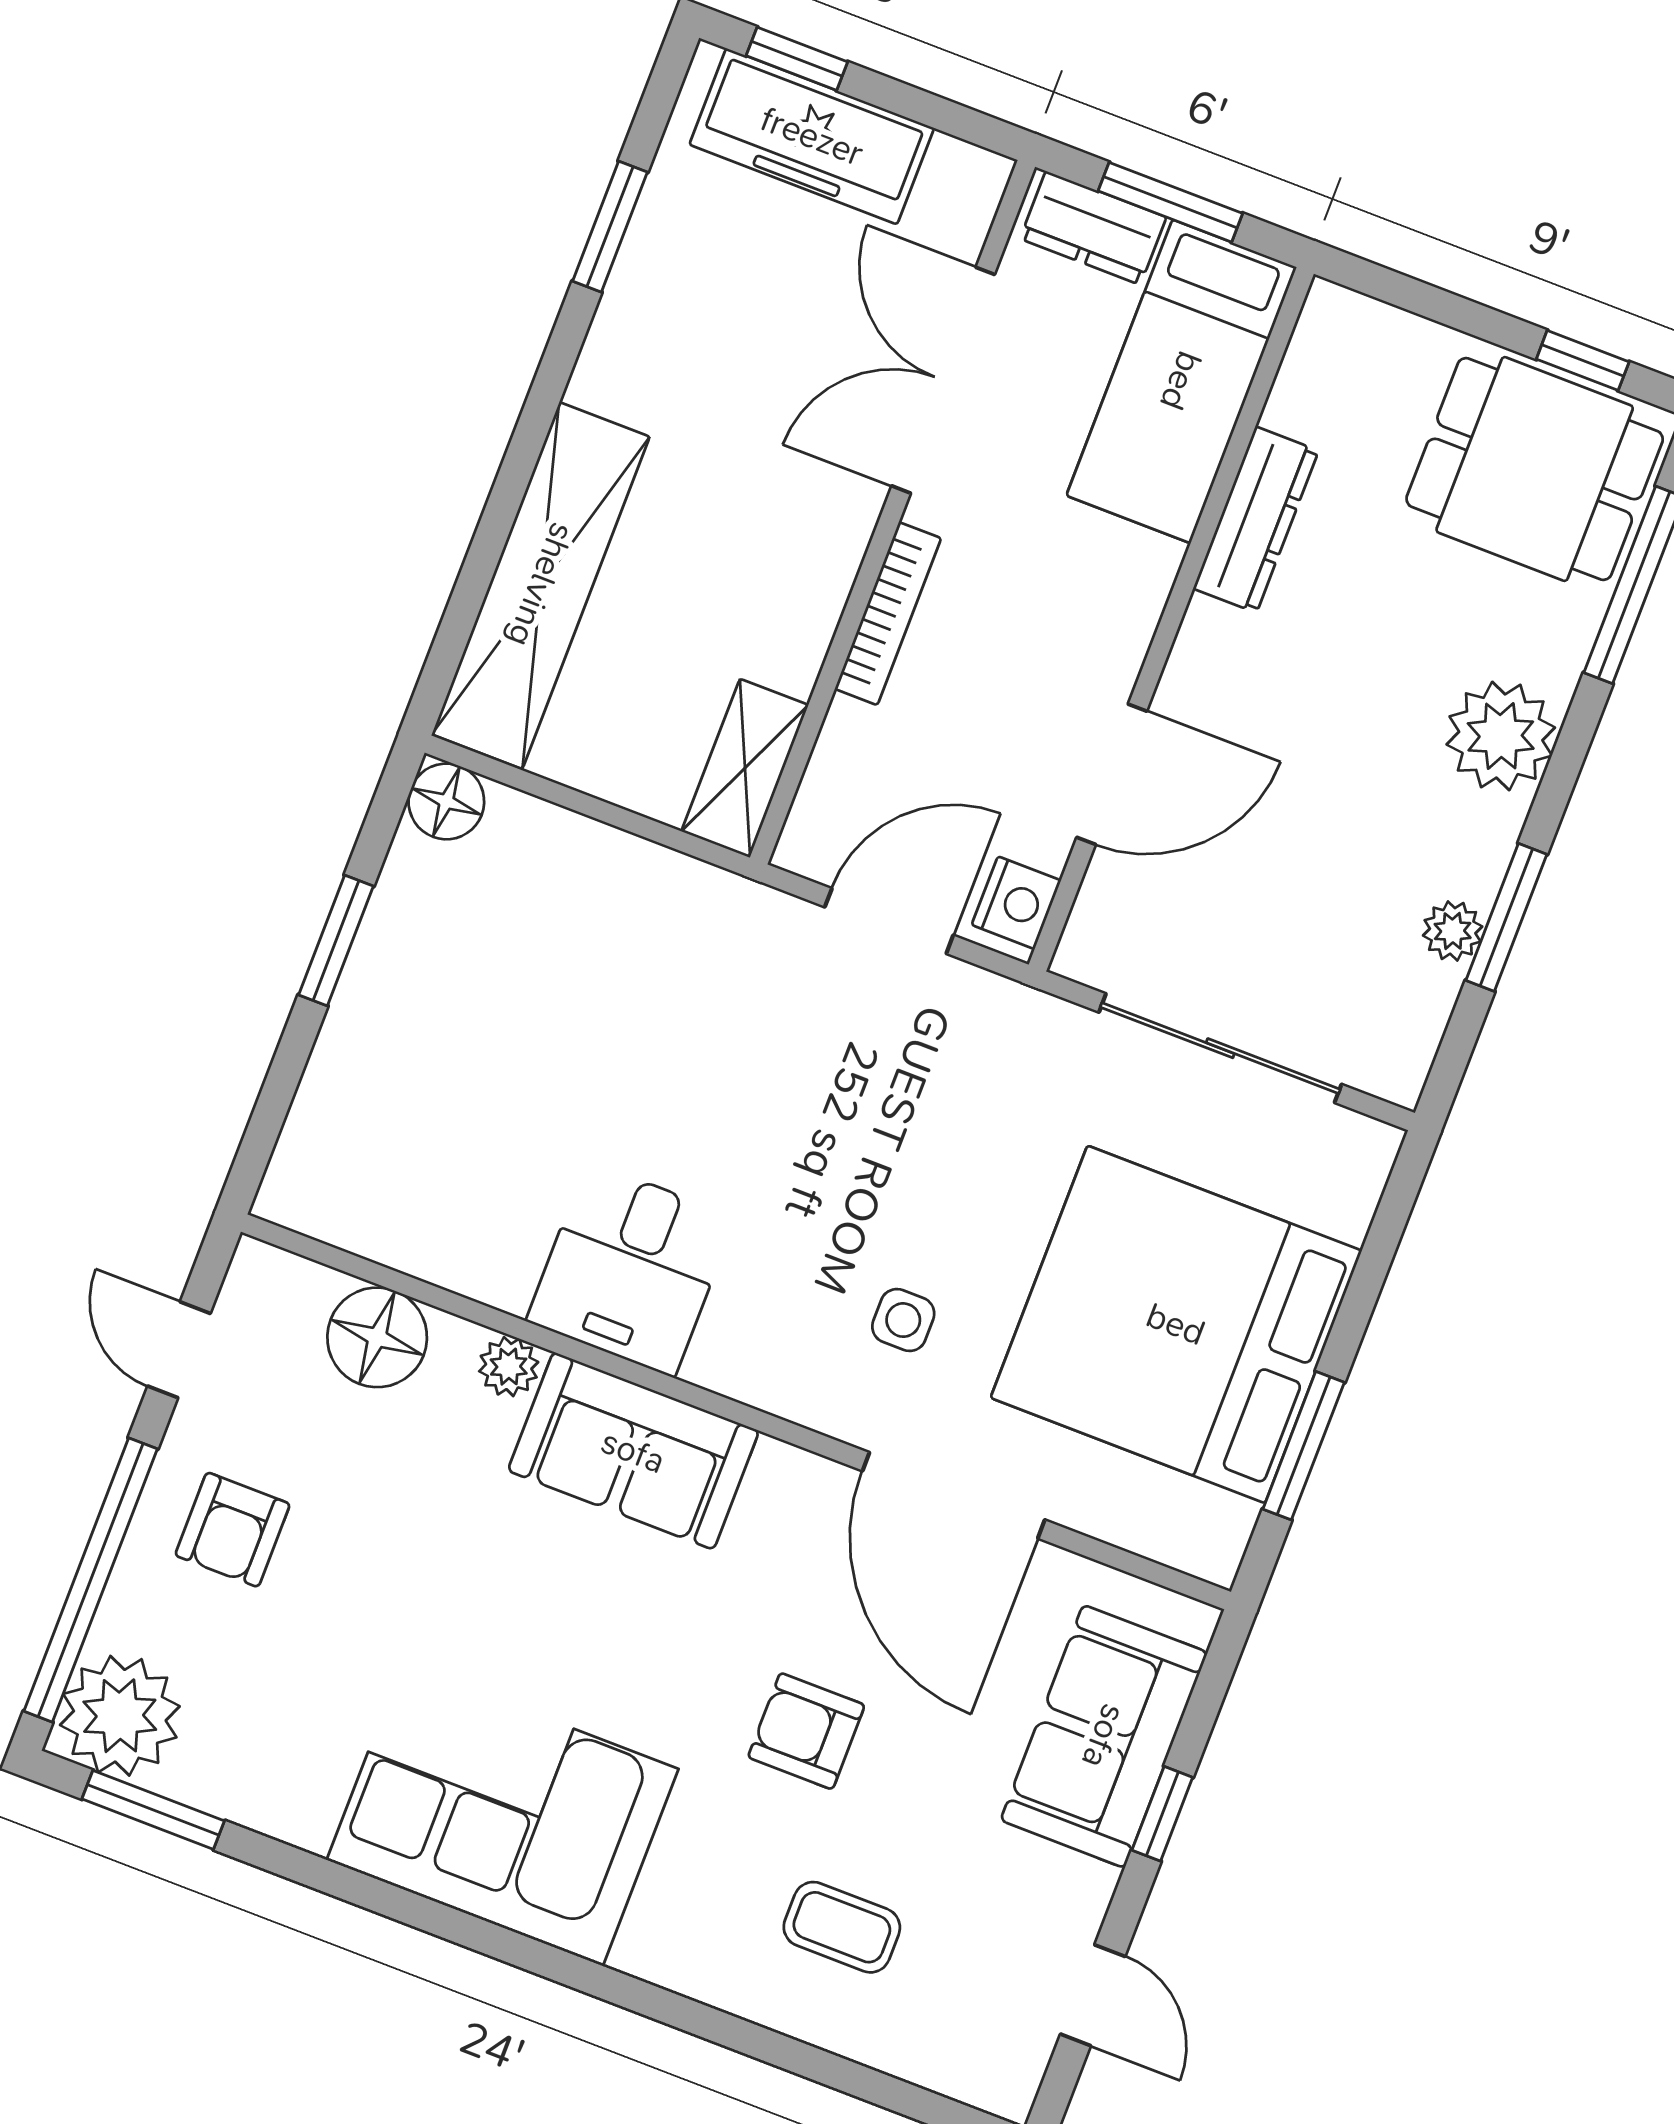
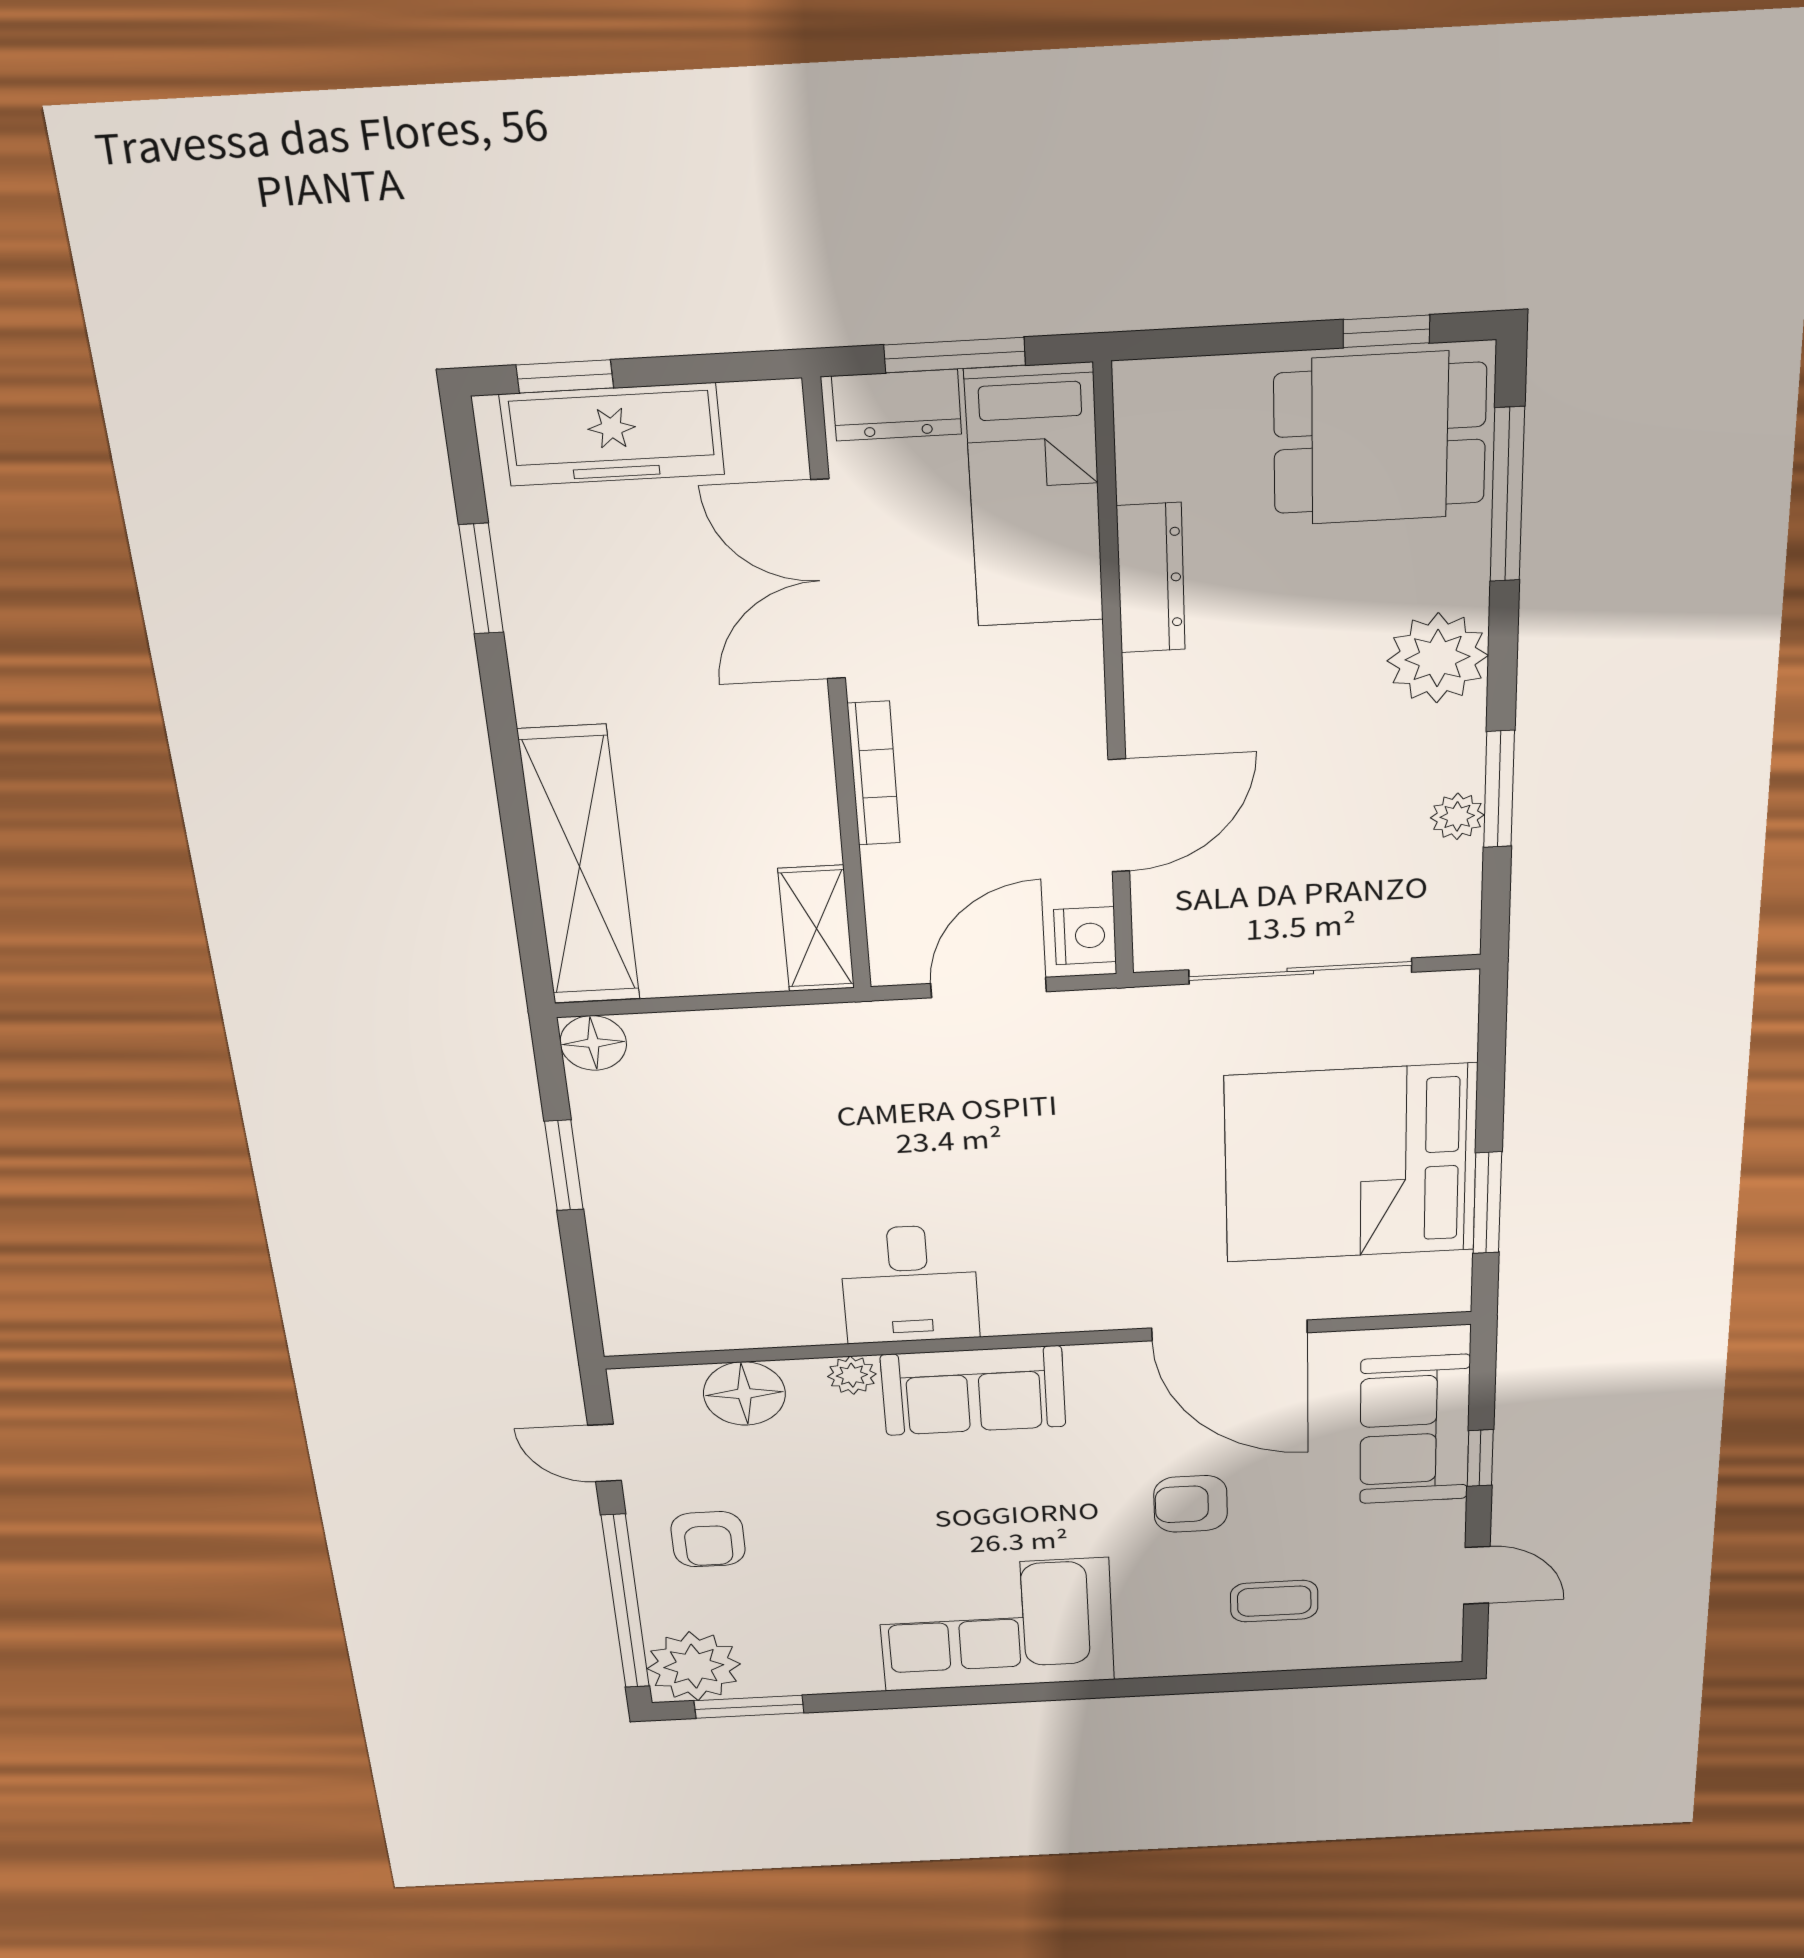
side table: (903, 1320) -> (1135, 1239), removed

